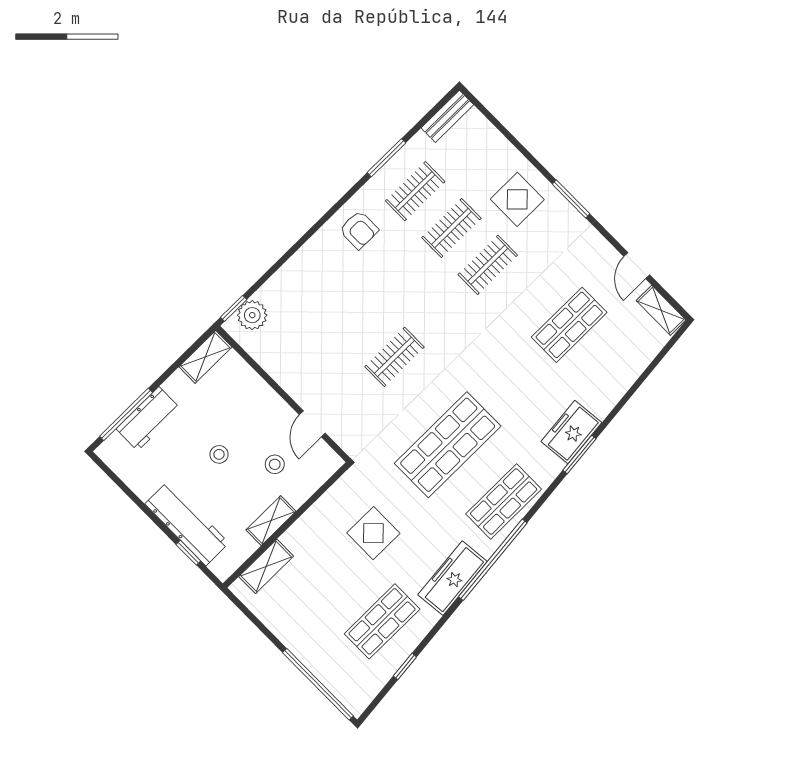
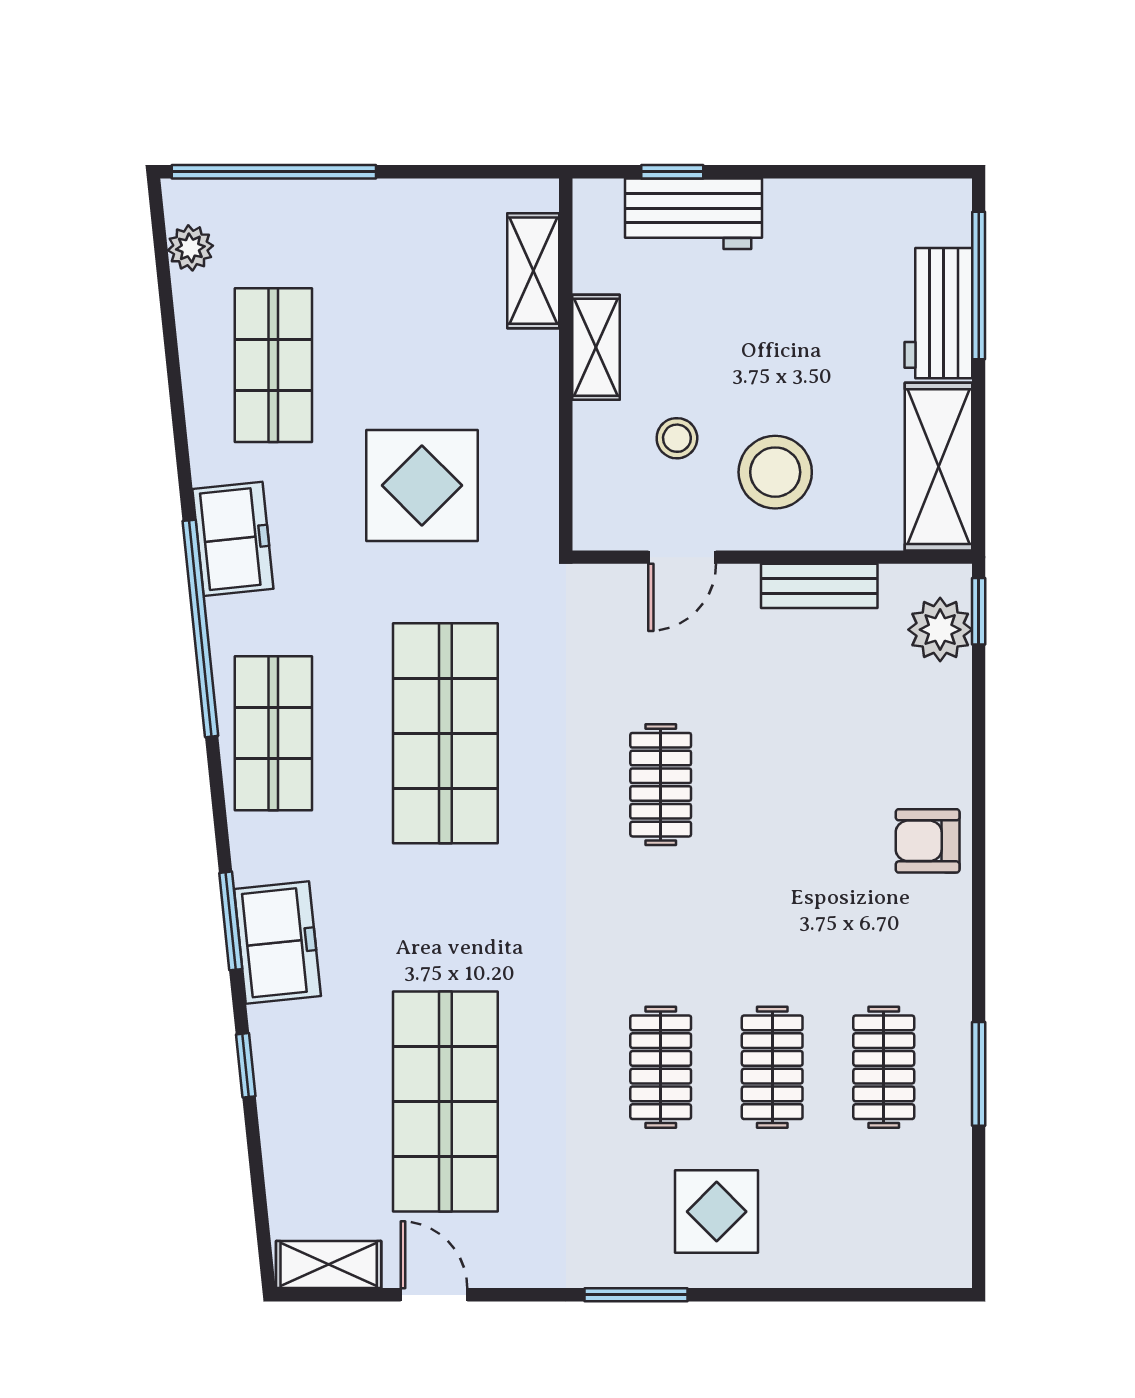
bench: (447, 116) -> (819, 586), moved, turned 90
armchair: (359, 230) -> (928, 841), moved
shop shelf: (569, 325) -> (445, 1101), width x1.43, depth x1.36
shelving: (205, 357) -> (938, 467), width x1.50, depth x1.33
door: (312, 424) -> (682, 557), swing flipped
stool: (219, 454) -> (775, 472), moved, width x1.89, depth x1.89
workbench: (187, 523) -> (694, 214), width x0.73
display table: (373, 533) -> (422, 485), width x1.36, depth x1.36
freezer: (453, 578) -> (233, 539), width x0.71
window: (405, 666) -> (246, 1065), moved
plant: (370, 687) -> (190, 248), added

